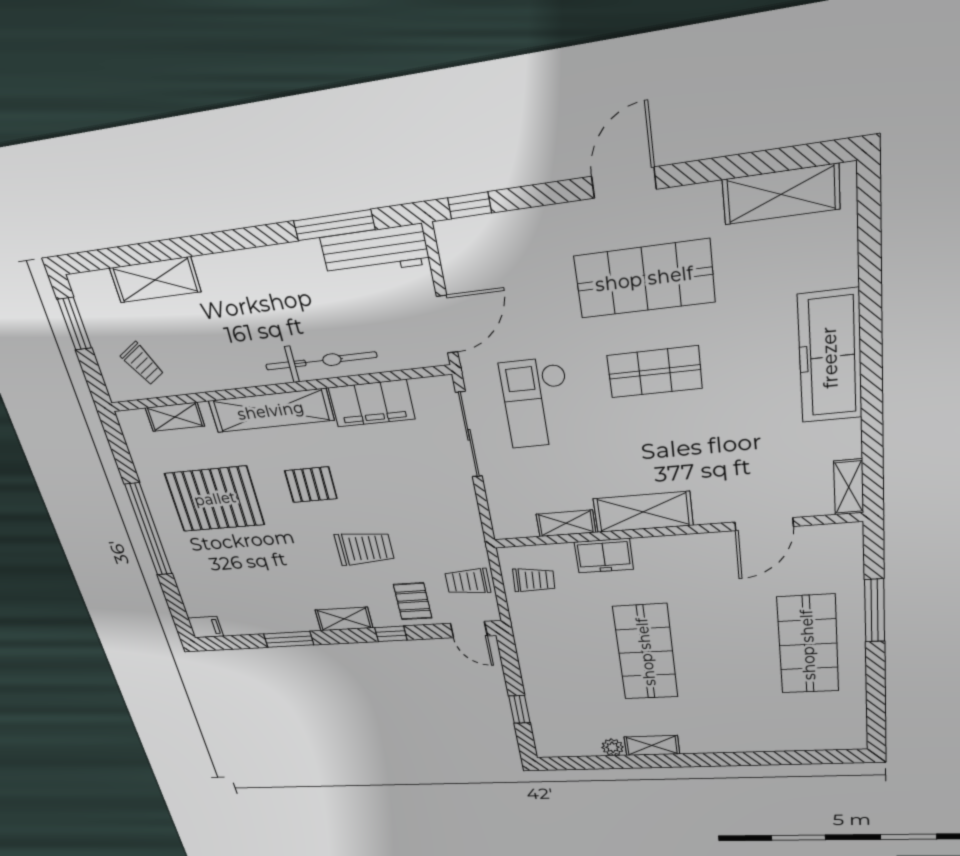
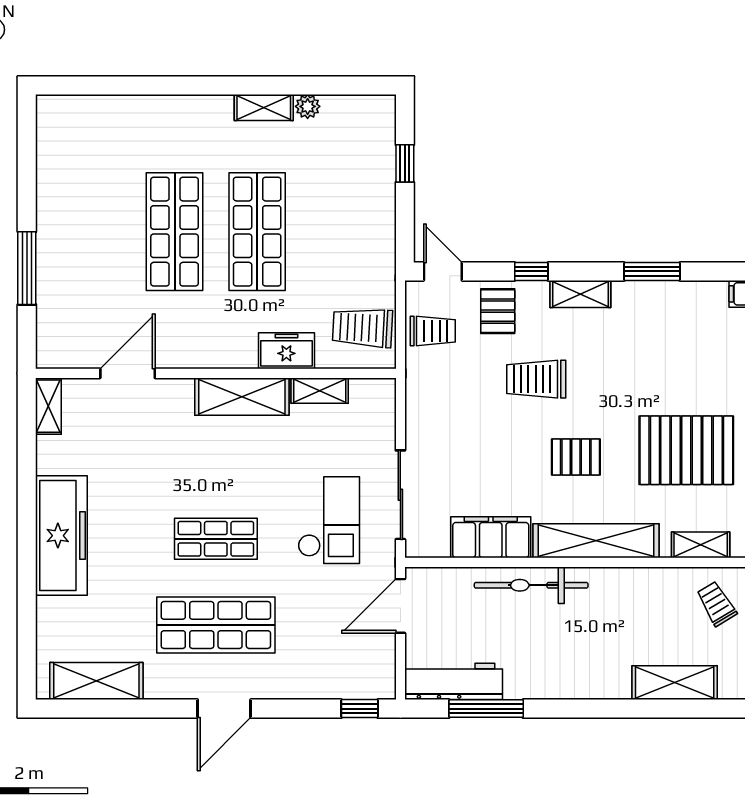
trolley: (534, 580) -> (362, 328), width x1.36, depth x1.39
shop shelf: (808, 645) -> (175, 232), moved

